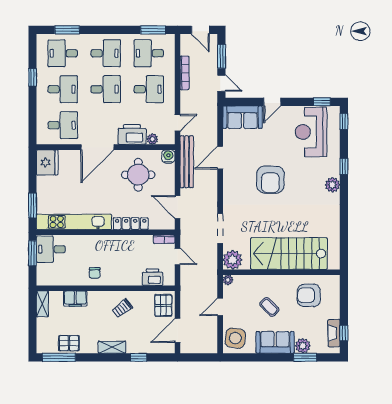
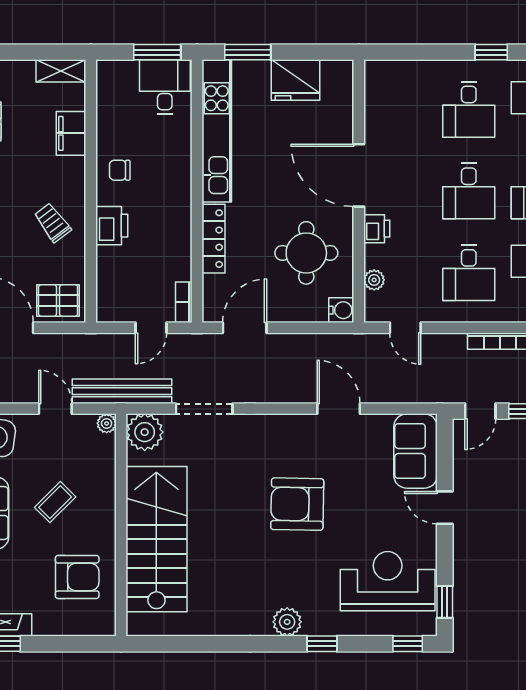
desk: (63, 125) -> (400, 109), removed
printer: (132, 134) -> (377, 229), width x0.53, depth x0.68
fridge: (47, 162) -> (296, 80), moved
bench: (187, 162) -> (122, 391), moved
printer: (153, 277) -> (112, 226), moved
armchair: (309, 295) -> (77, 577), turned 90

